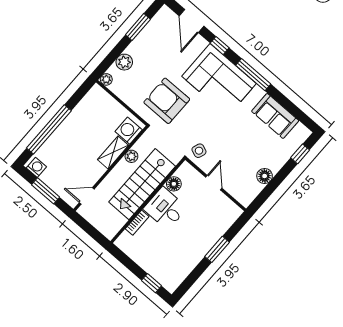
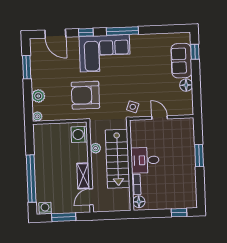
sofa: (275, 116) -> (181, 61), moved, turned 90
shelving: (113, 152) -> (83, 176), moved
floor lamp: (174, 184) -> (139, 202), moved

